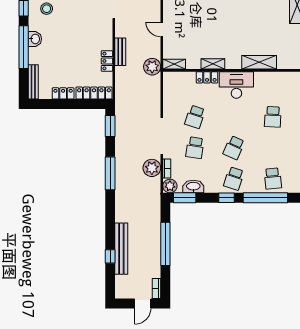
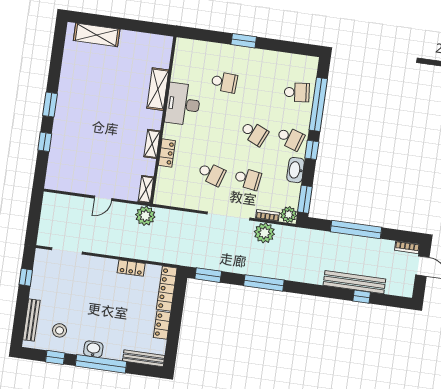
bench: (120, 52) -> (122, 251), removed
desk: (236, 85) -> (183, 104), moved
washbasin: (193, 187) -> (296, 170), moved

